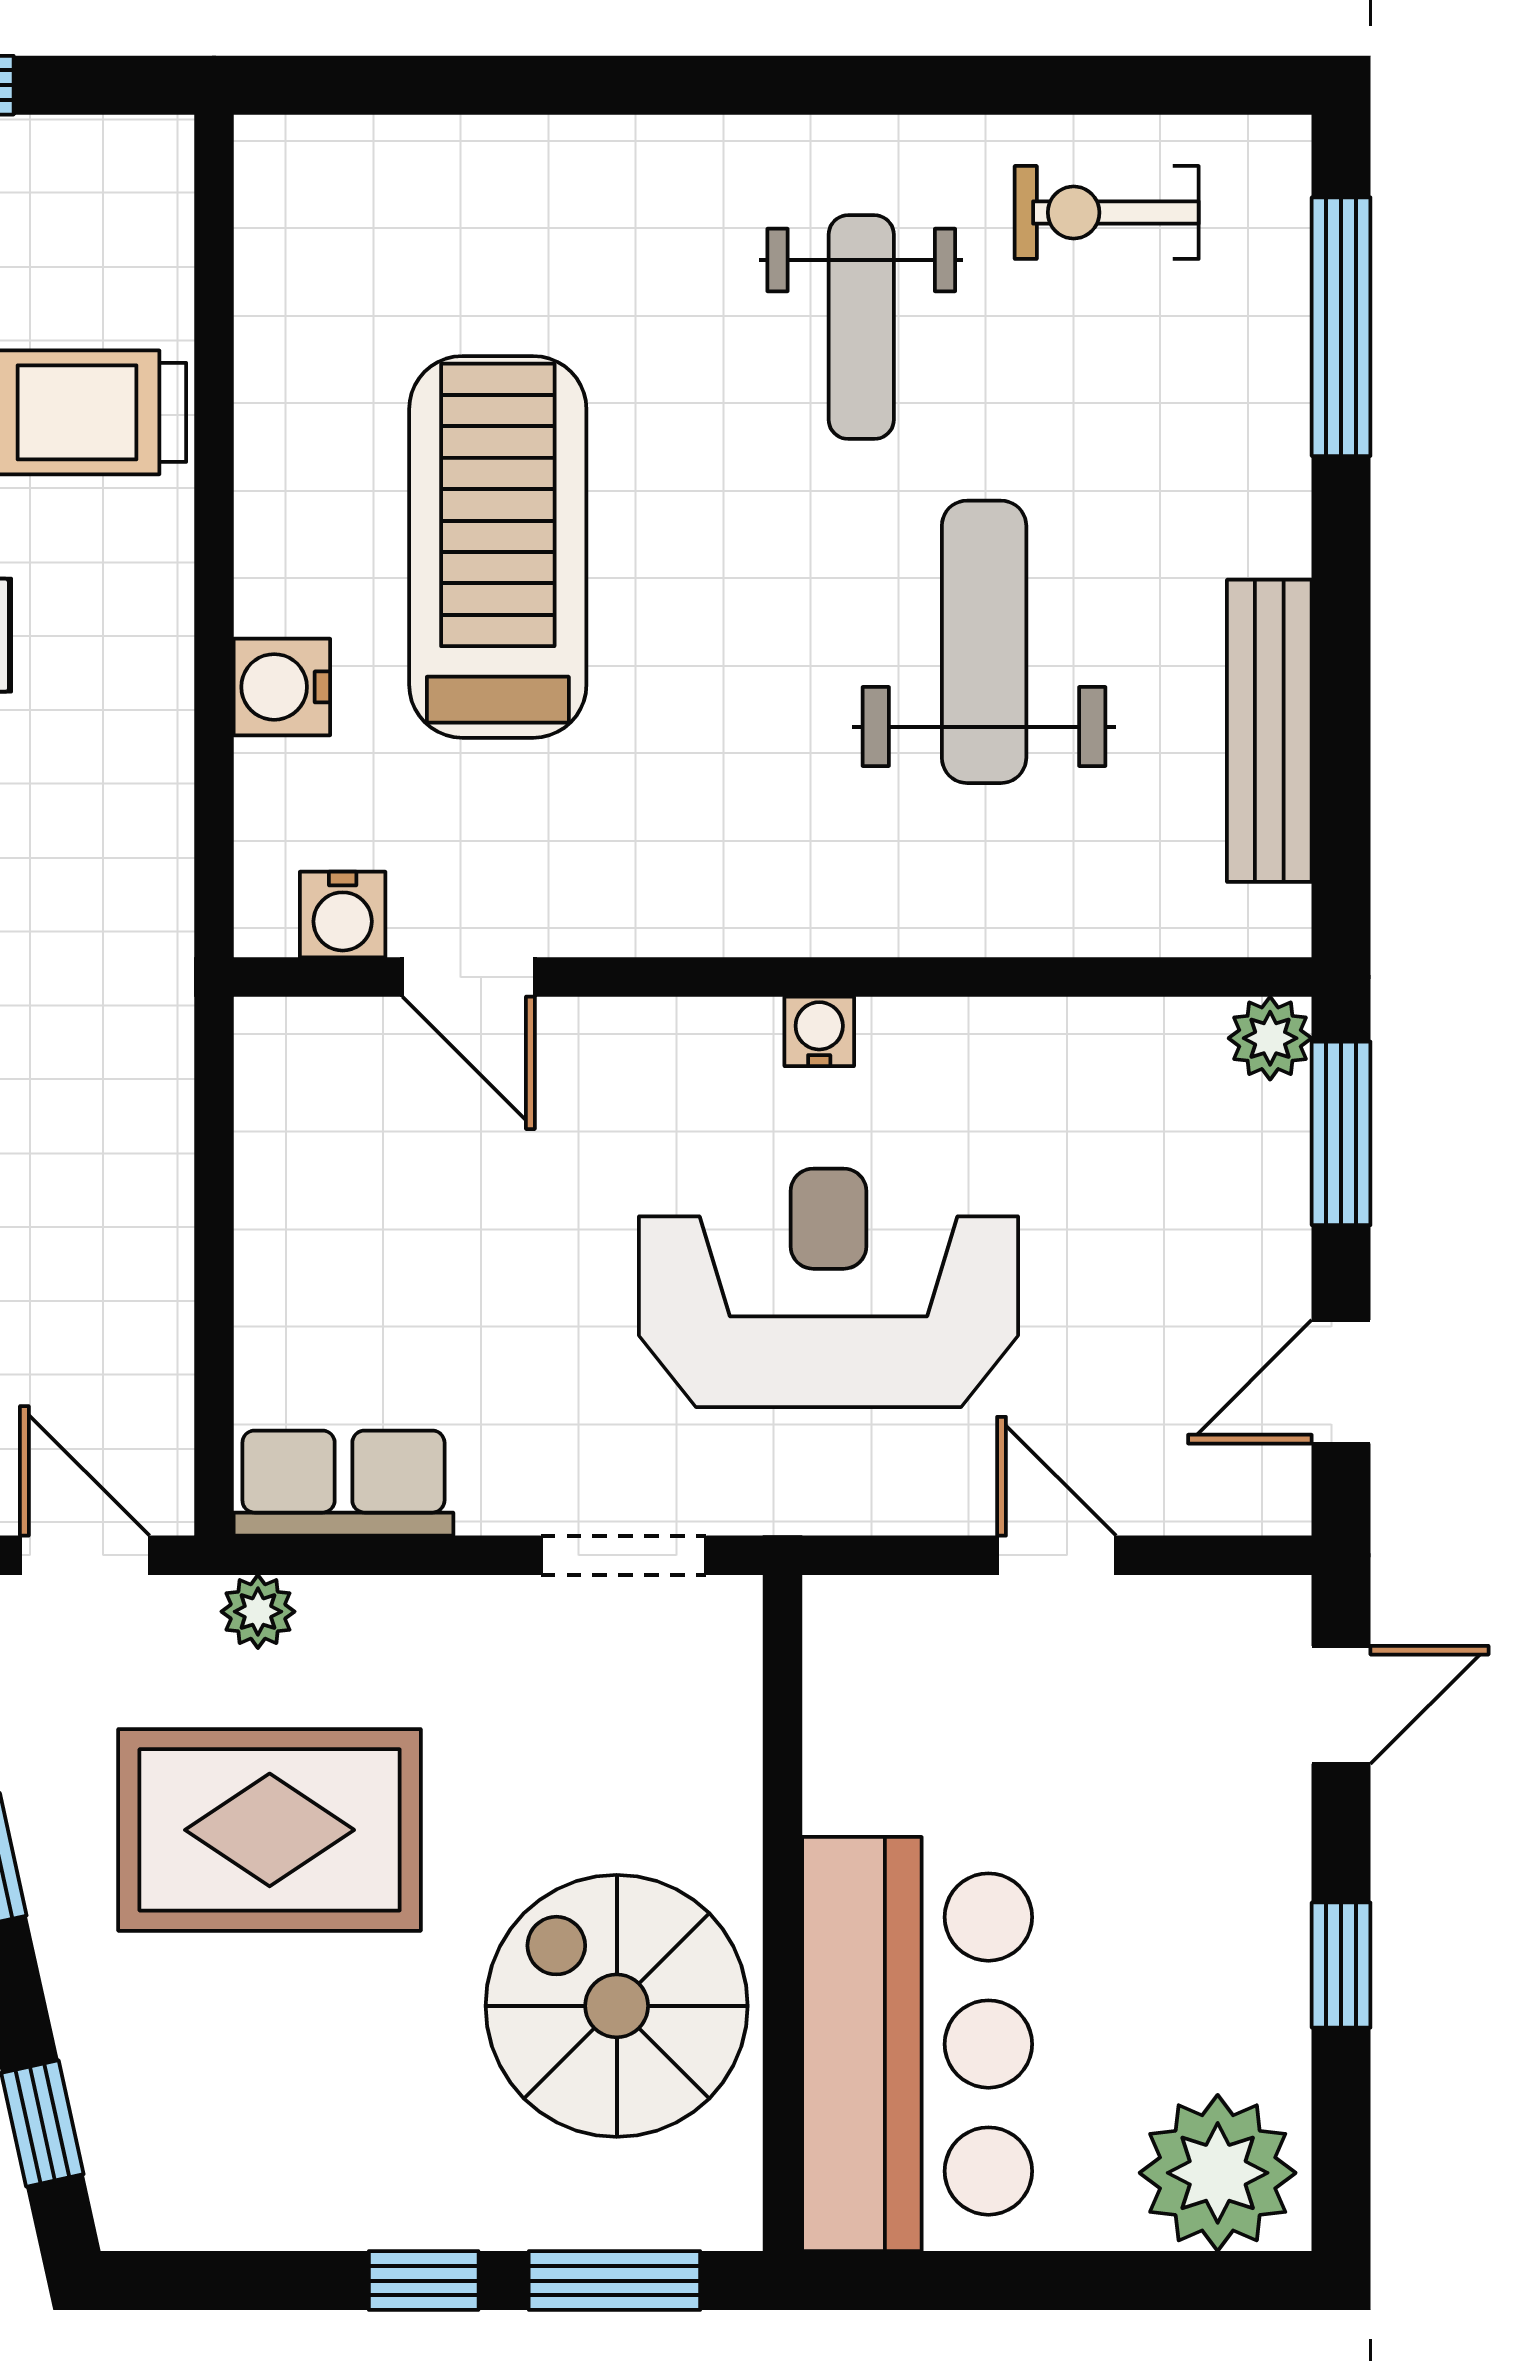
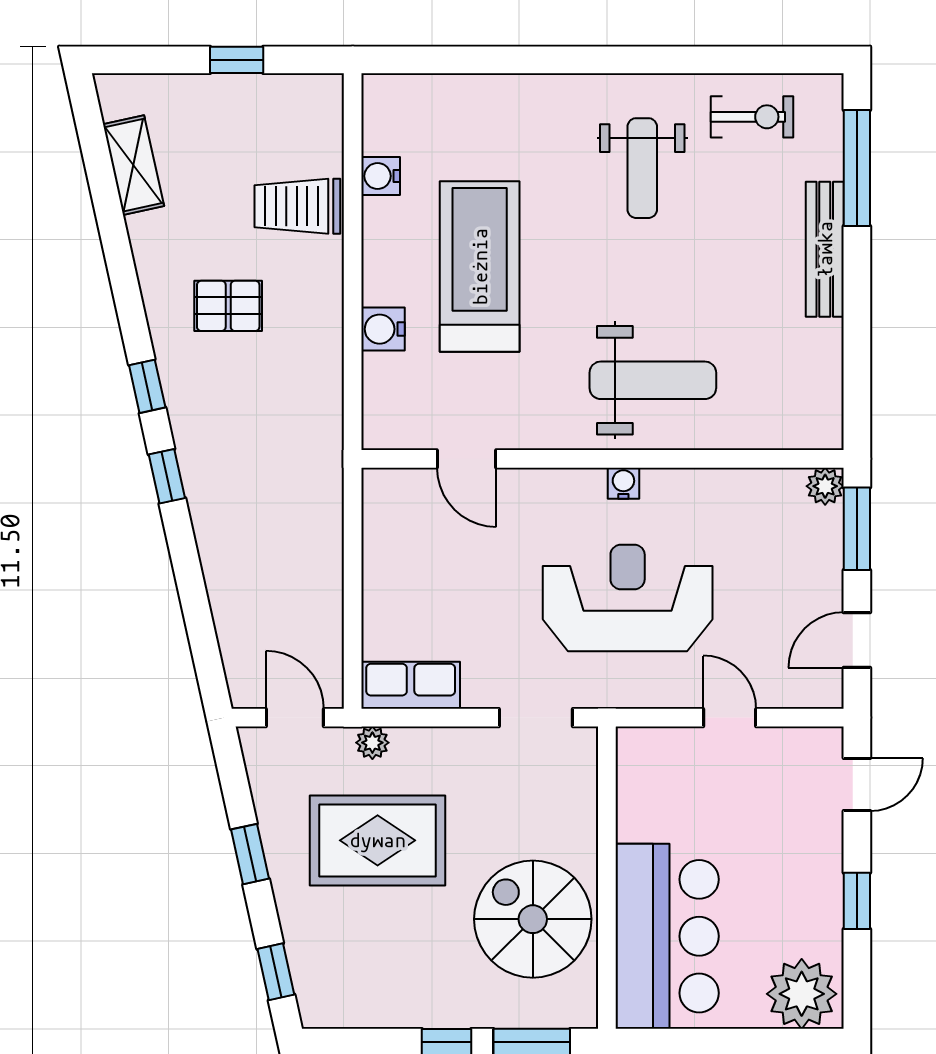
exercise bike: (1107, 212) -> (752, 117), turned 180
weight bench: (984, 642) -> (653, 380), moved, turned 90
bench: (1269, 731) -> (825, 249), moved
water cooler: (343, 915) -> (381, 176), moved, turned 90

